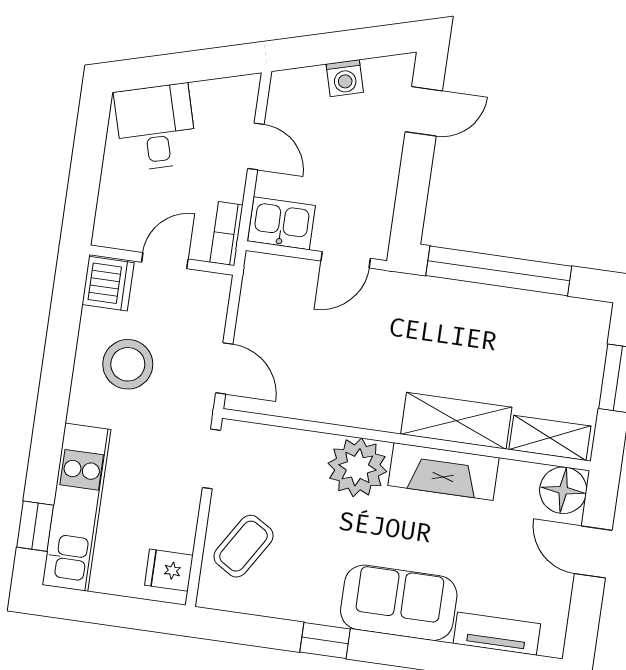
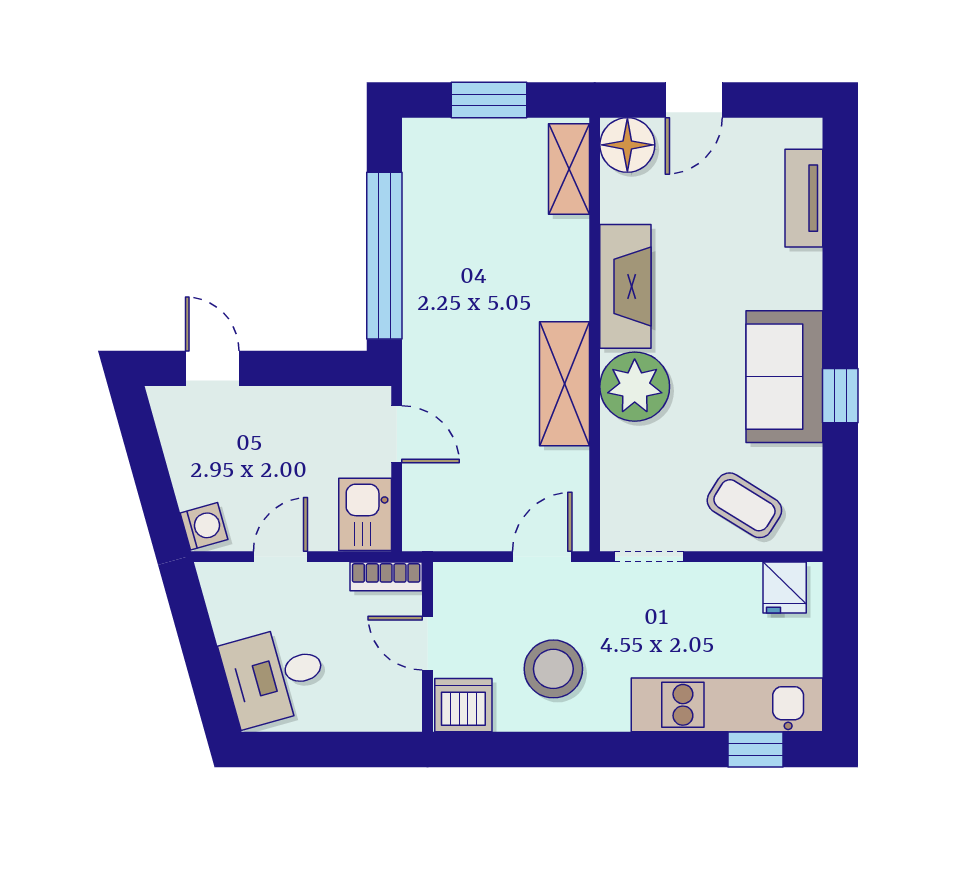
washing machine: (345, 78) -> (204, 526), moved
shelving: (456, 421) -> (565, 384), moved
sofa: (399, 603) -> (784, 377), moved

